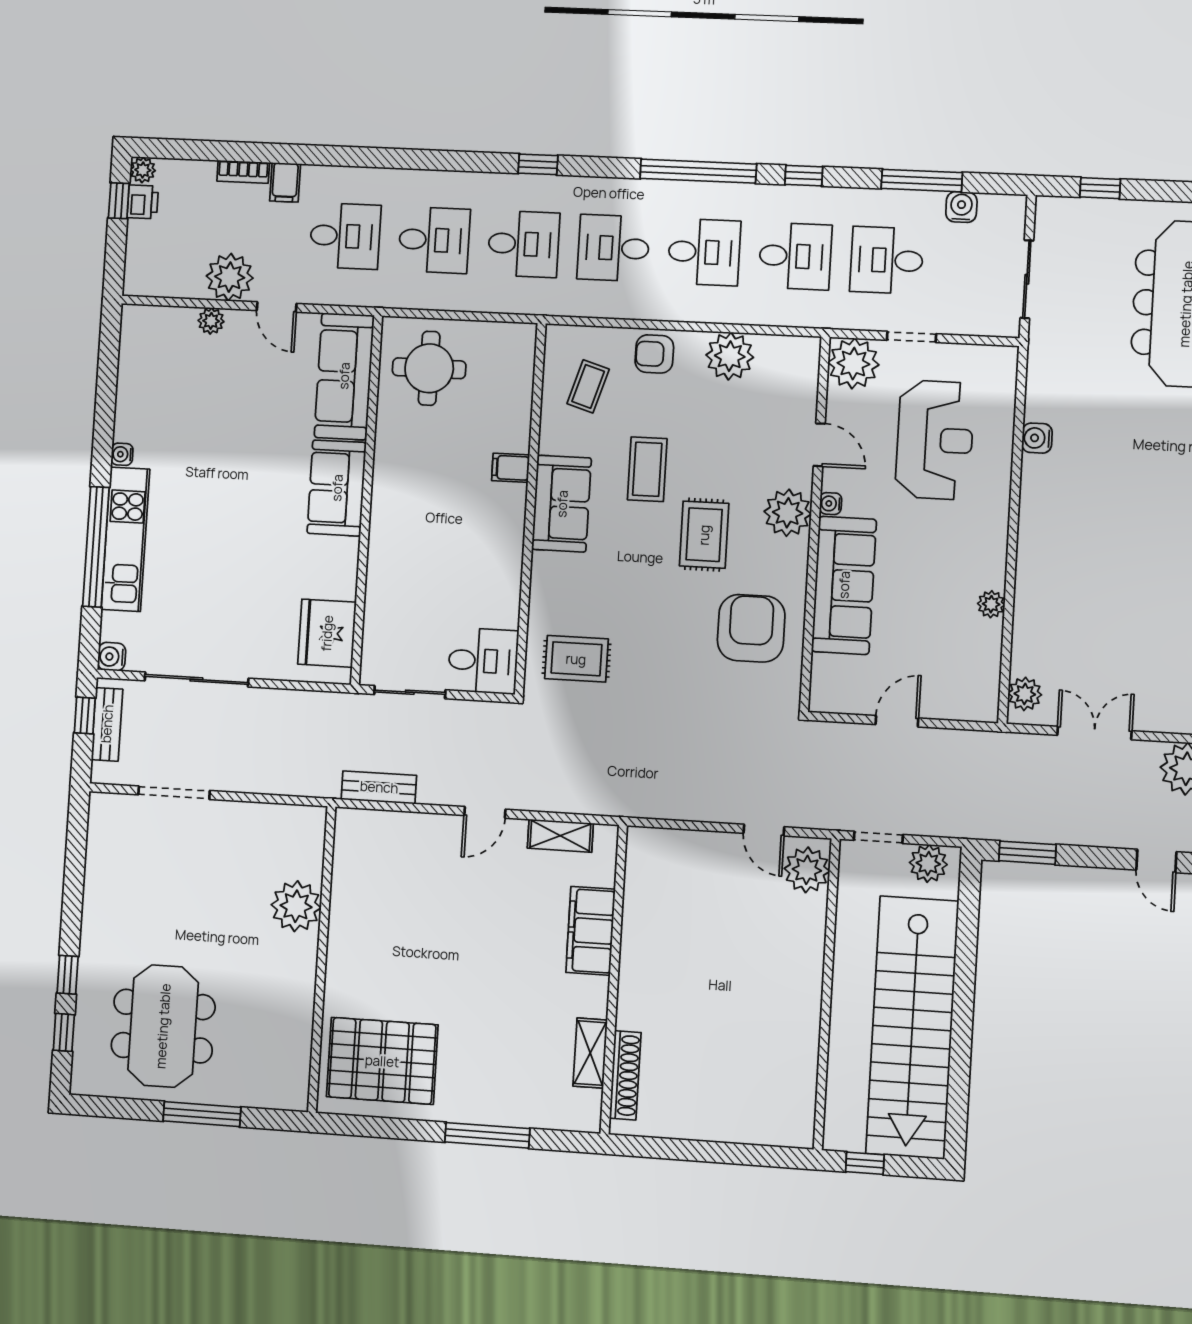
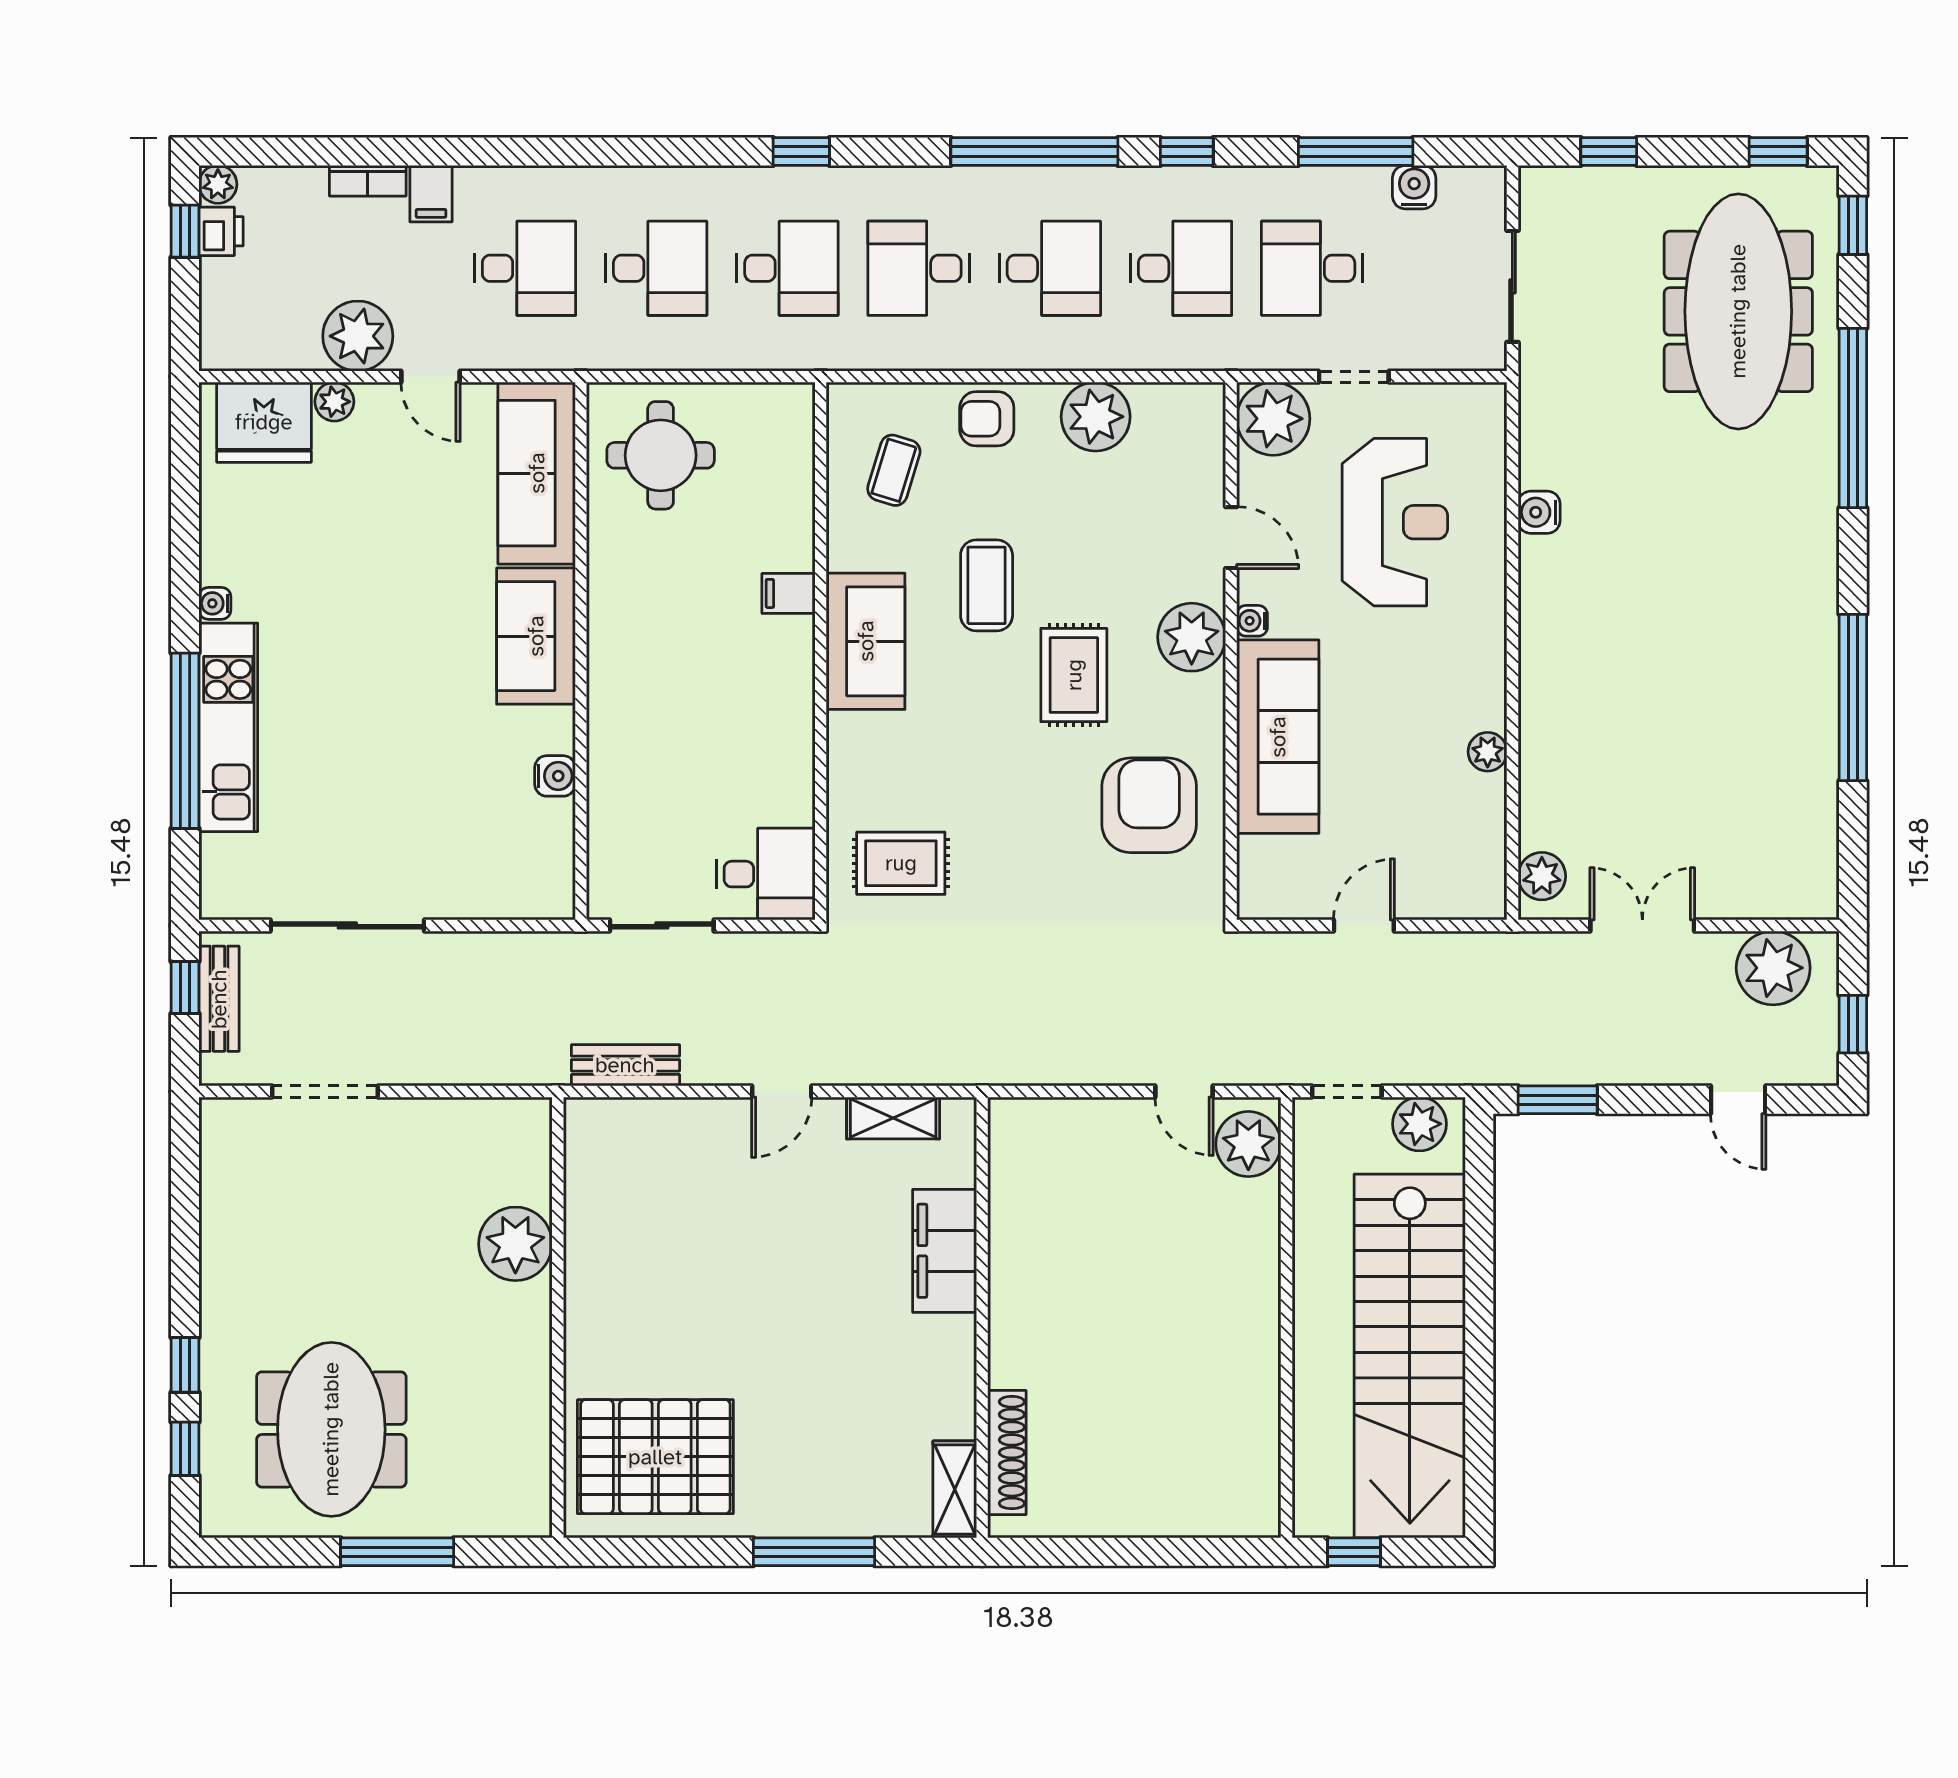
fridge: (327, 633) -> (264, 422), moved, turned -90
water cooler: (112, 657) -> (555, 776), moved, turned 180
shelving: (590, 1053) -> (955, 1489), moved

